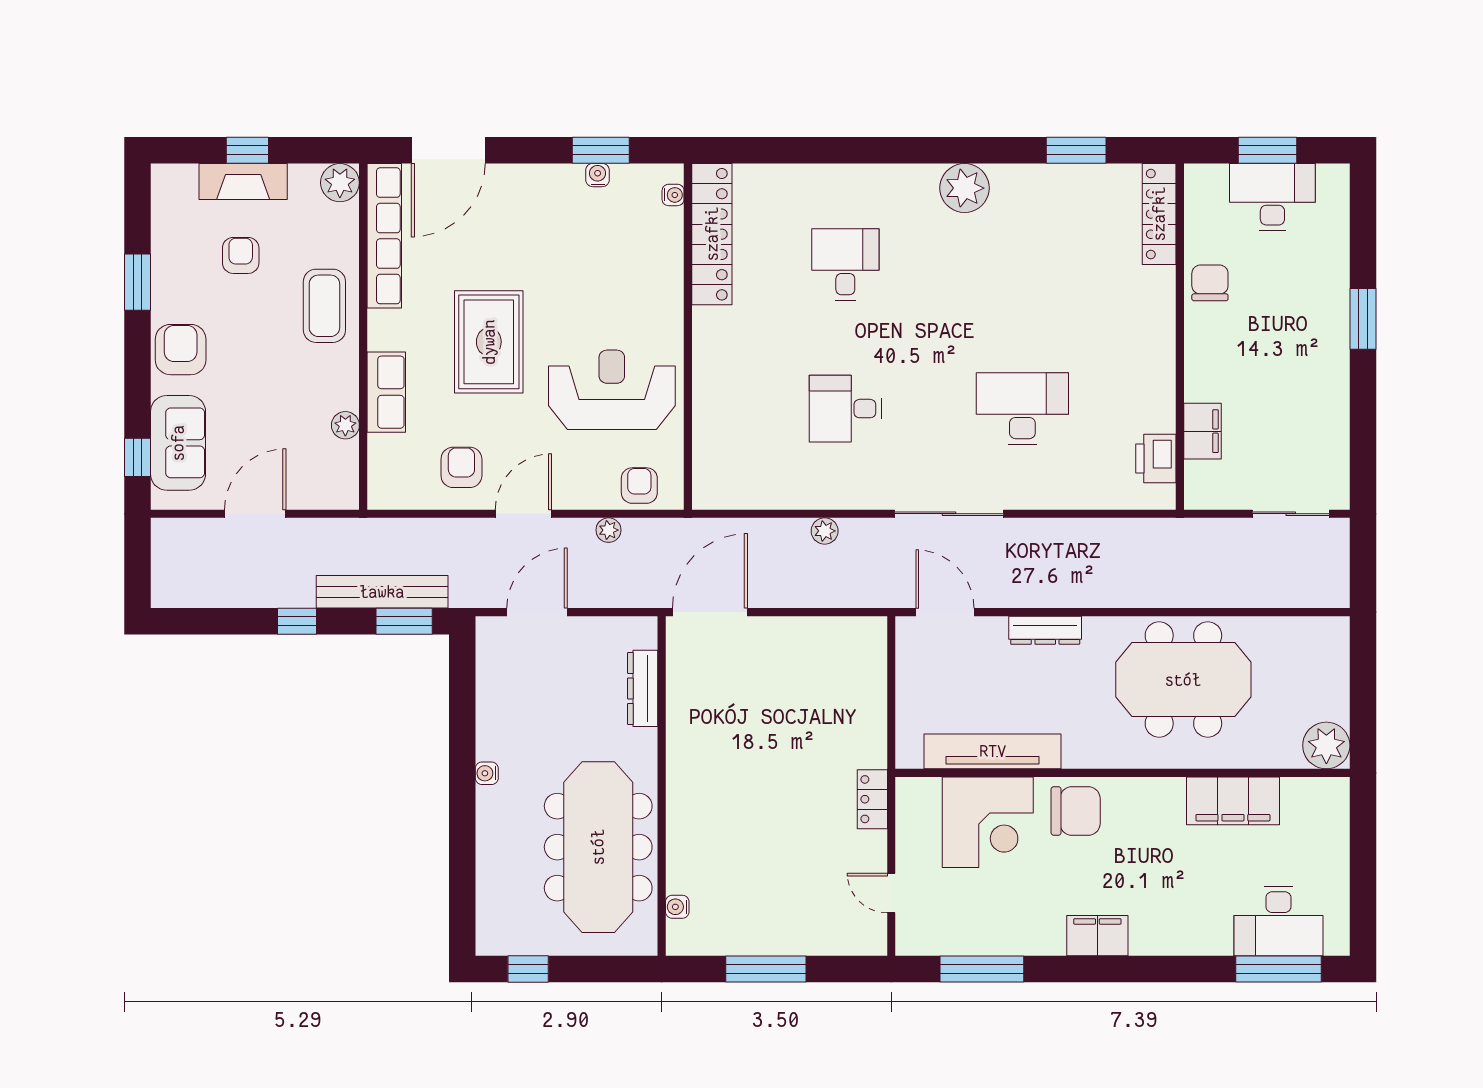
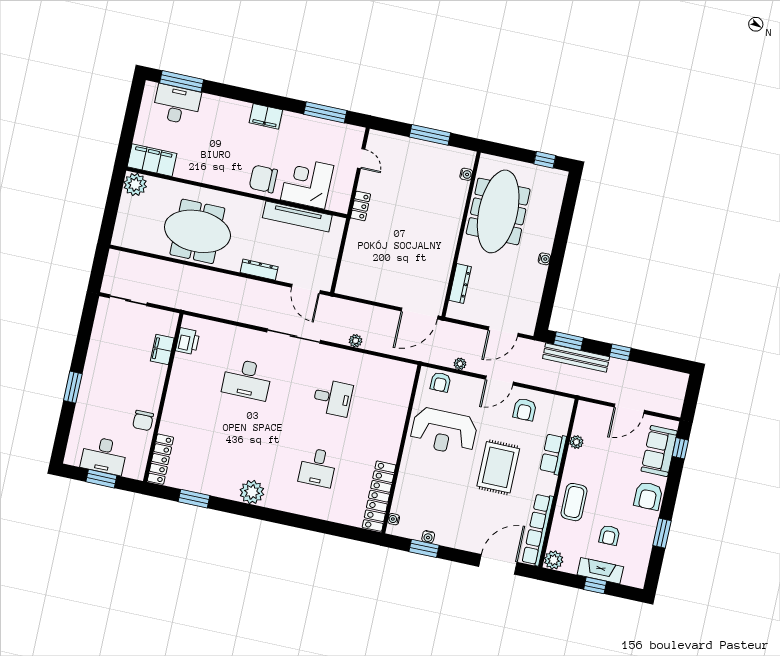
filing cabinet: (1233, 801) -> (152, 160), moved

